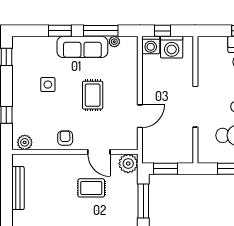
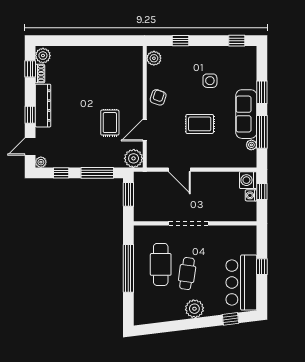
washing machine: (172, 47) -> (251, 195), width x0.53, depth x0.53
armchair: (65, 138) -> (158, 97), turned -70
bench: (18, 188) -> (110, 52), removed

